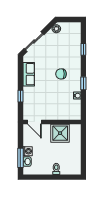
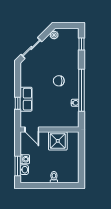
window: (83, 49) -> (81, 44), moved
row of seats: (29, 74) -> (26, 99), moved
window: (83, 83) -> (81, 90), width x3.17

